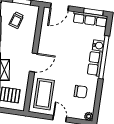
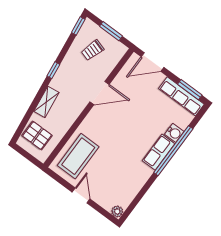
door: (33, 62) -> (99, 93), moved
chair: (81, 92) -> (123, 177), removed

